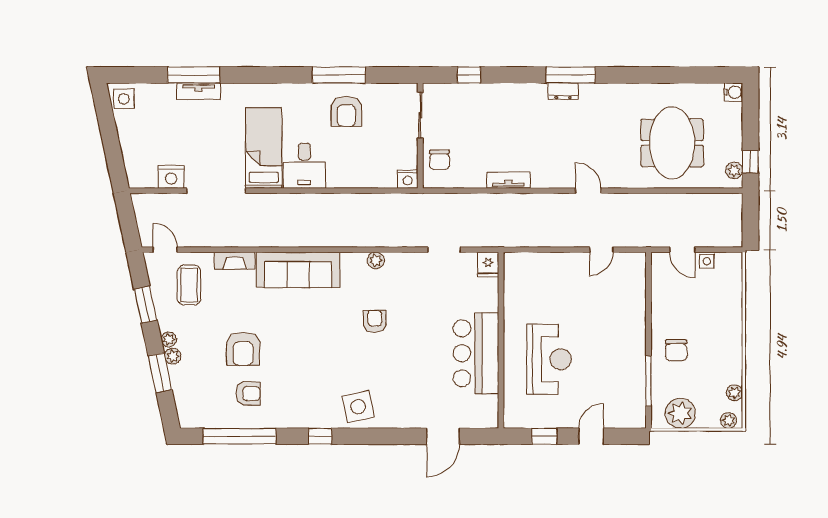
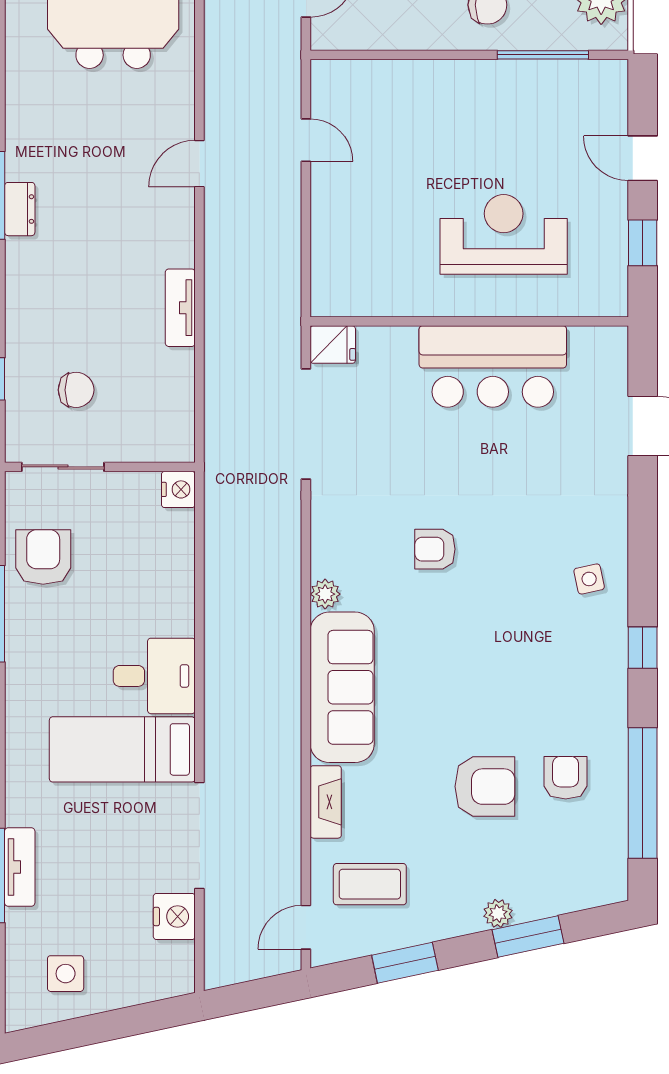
side table: (124, 99) -> (66, 974), moved
armchair: (346, 111) -> (43, 557), moved, turned -90
chair: (439, 160) -> (76, 390), moved
doorway: (444, 250) -> (306, 424), width x1.87
plant: (376, 260) -> (325, 594), moved
plant: (169, 339) -> (468, 921), removed
side table: (358, 407) -> (589, 579), width x0.54, depth x0.54

